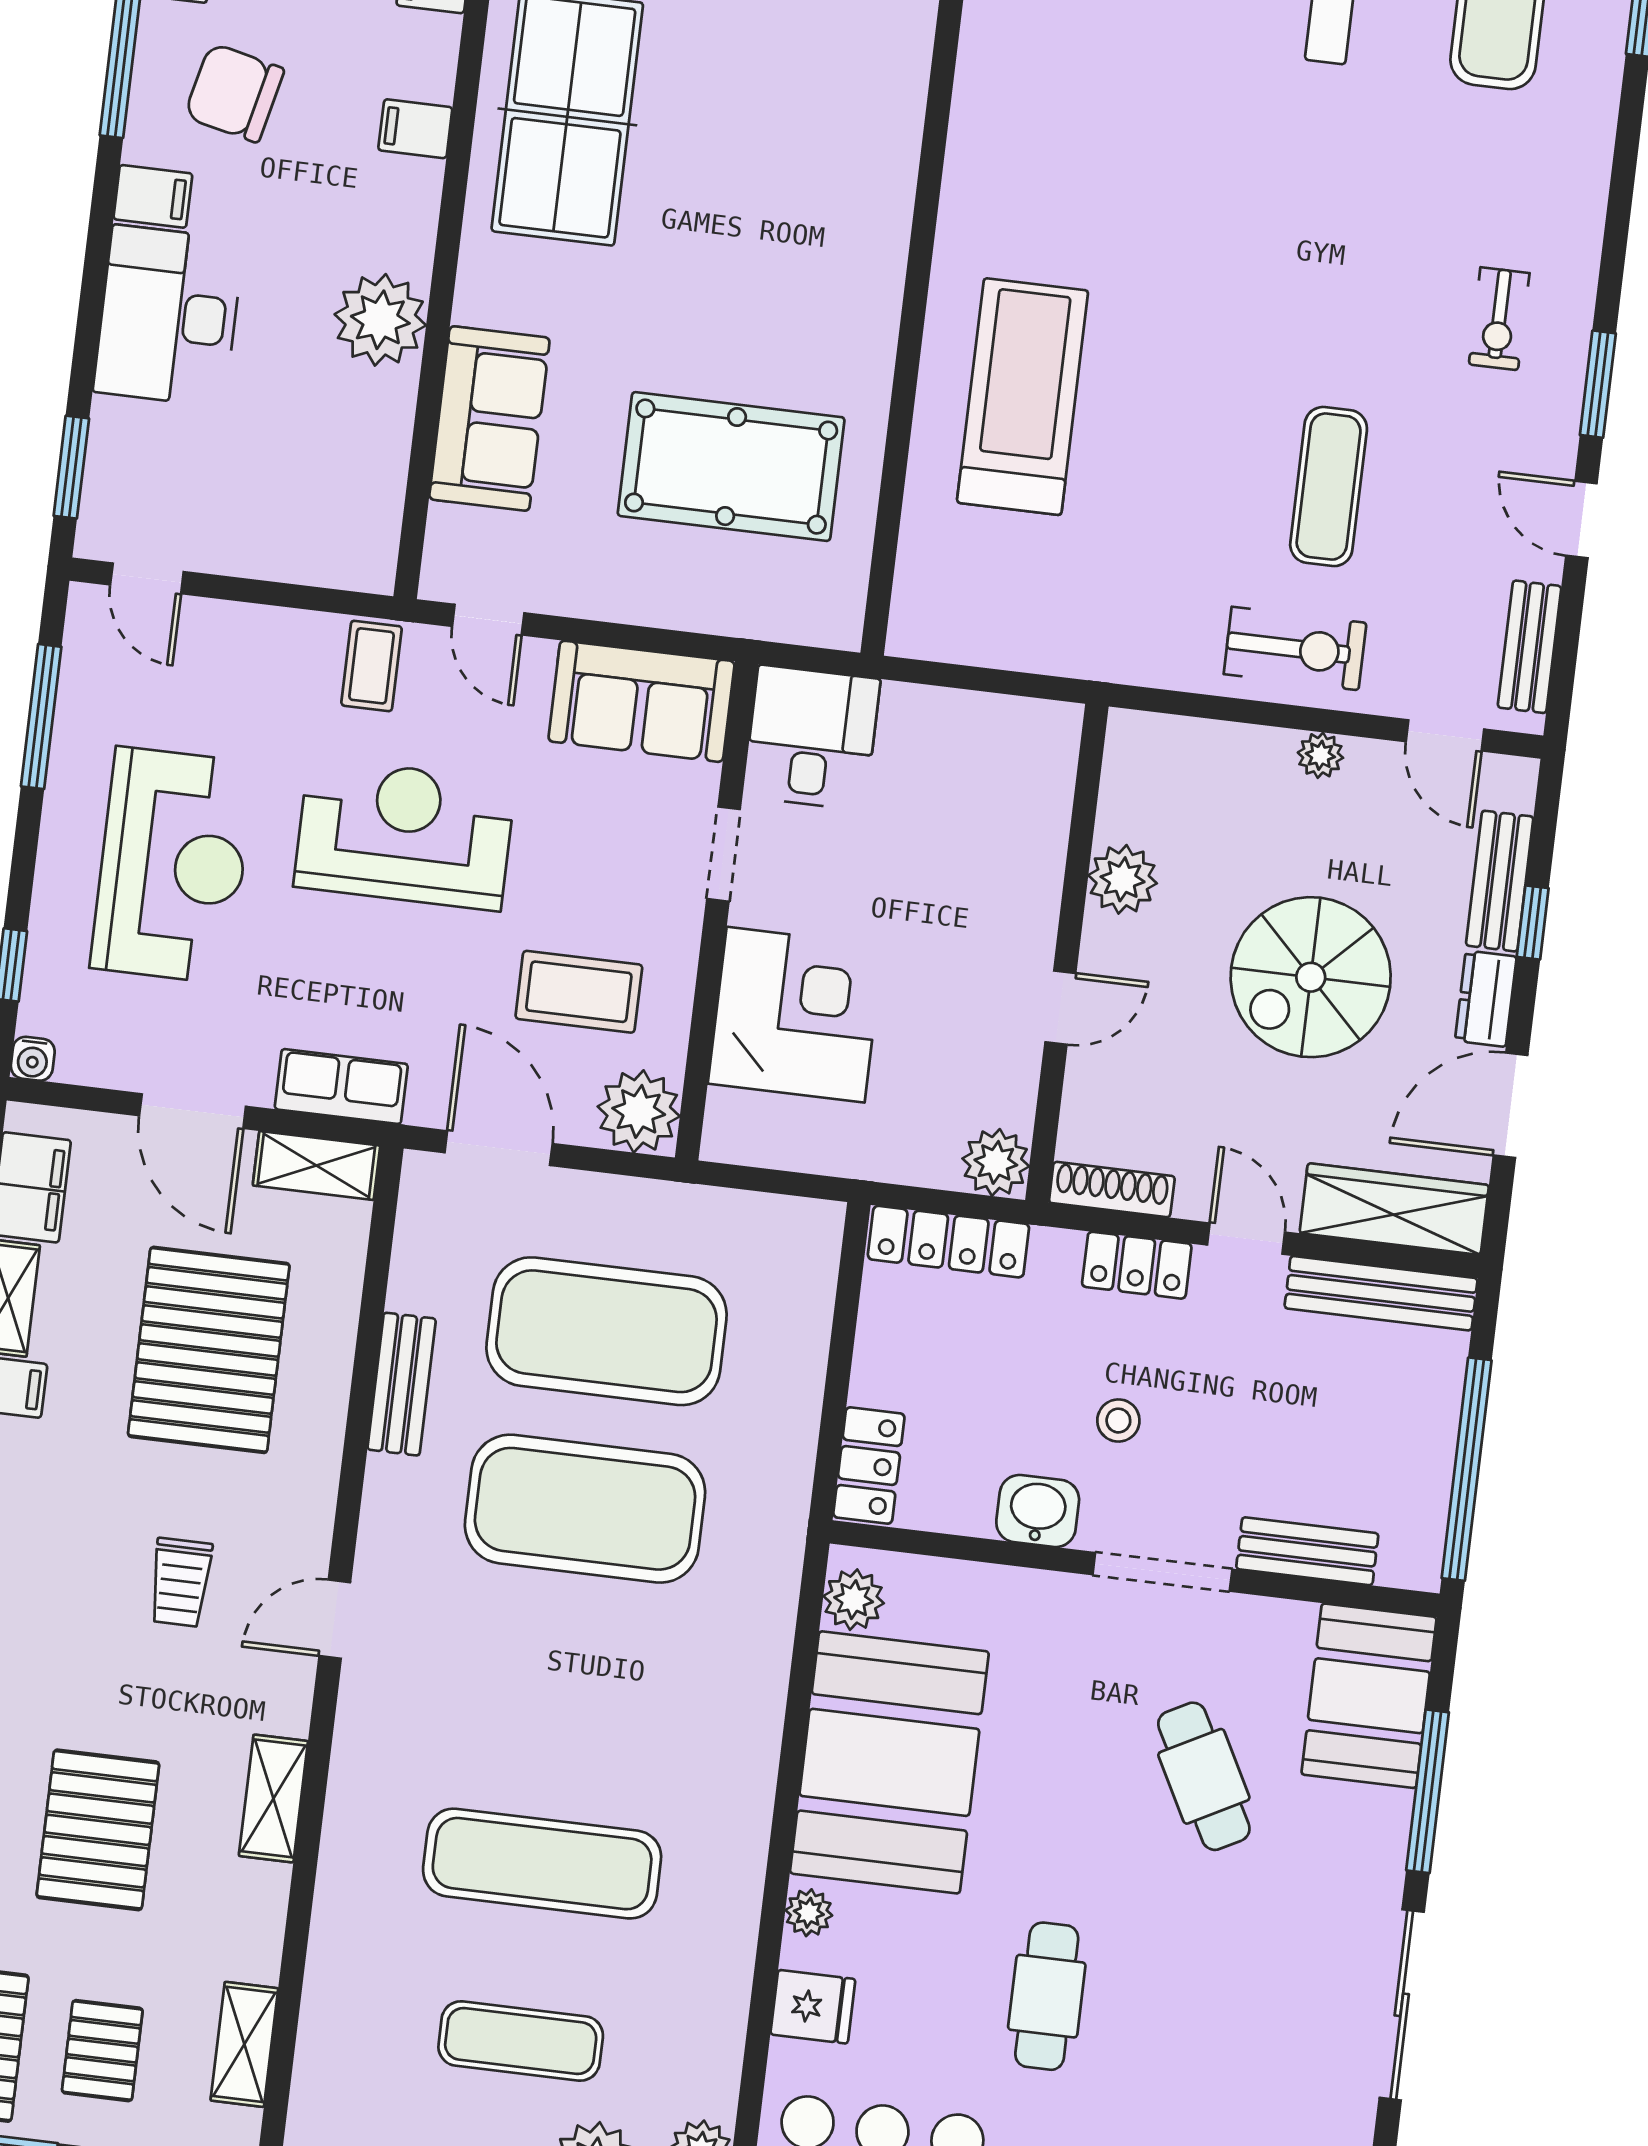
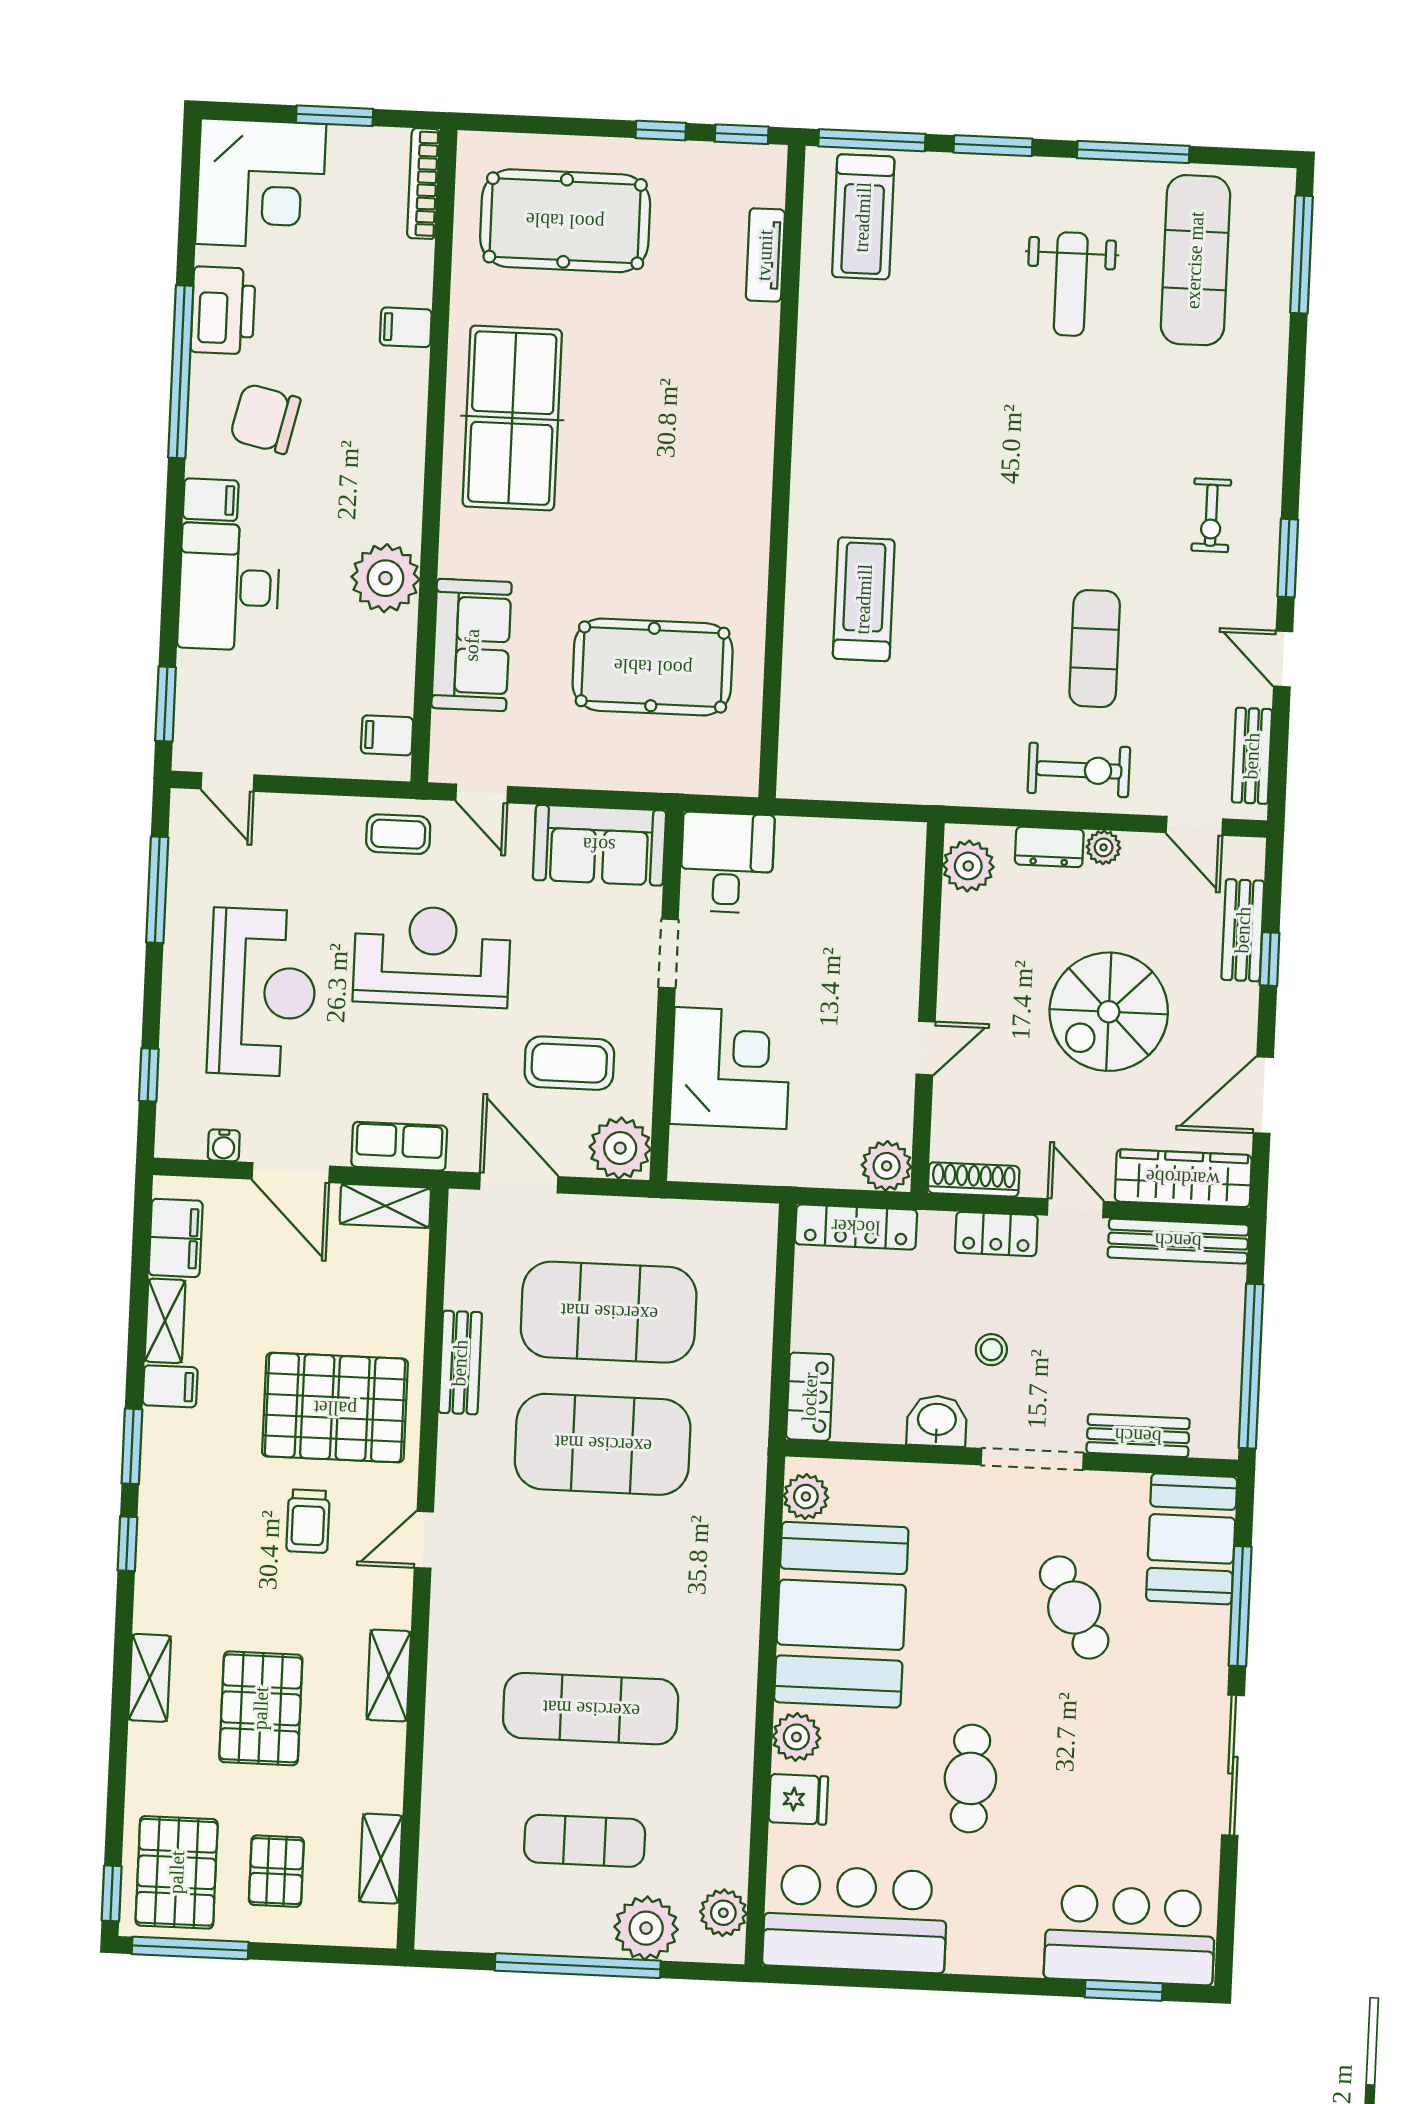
filing cabinet: (415, 129) -> (387, 735), moved
treadmill: (1023, 397) -> (864, 599), width x0.73, depth x0.73
coffee table: (372, 666) -> (398, 834), turned 90
plant: (1123, 879) -> (968, 866), moved
dresser: (1486, 999) -> (1049, 847), moved, turned -90
water cooler: (33, 1059) -> (224, 1145), moved
pallet: (209, 1350) -> (335, 1408), moved, turned 90
plant: (809, 1913) -> (796, 1737), width x1.38, depth x1.38

